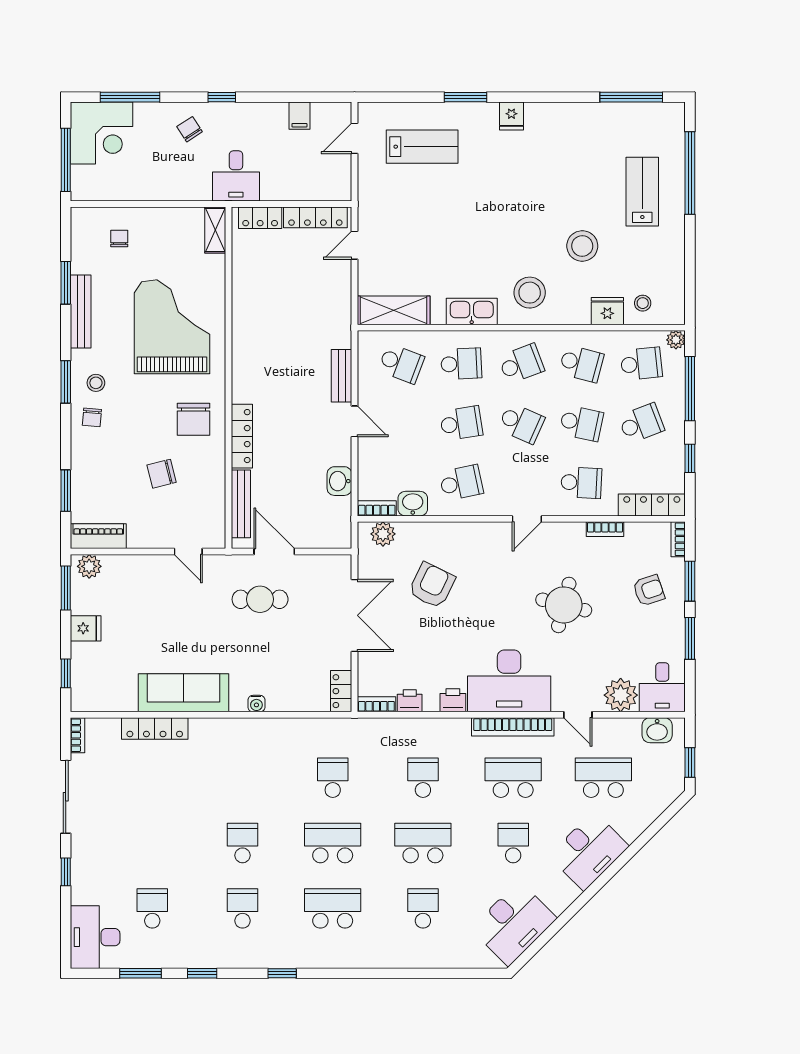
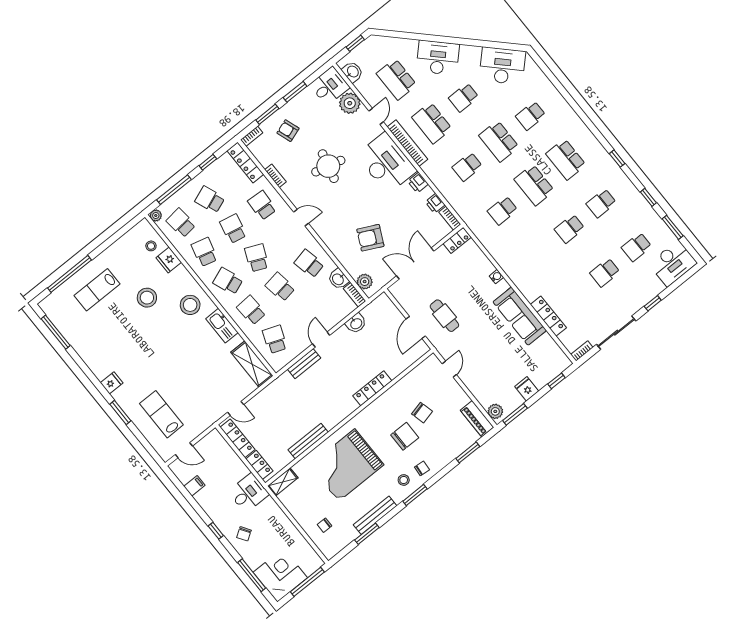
chair: (193, 419) -> (405, 436), moved
bench: (241, 504) -> (308, 441), moved
school desk: (152, 843) -> (605, 273), added

